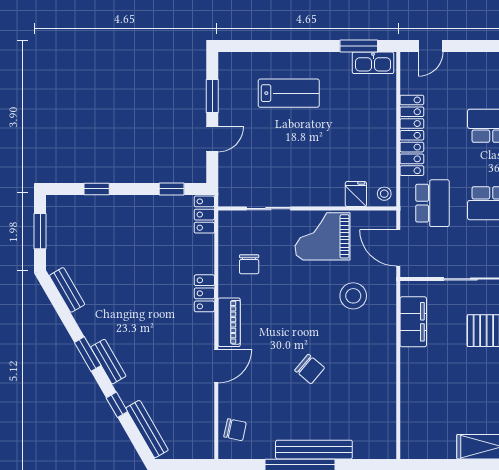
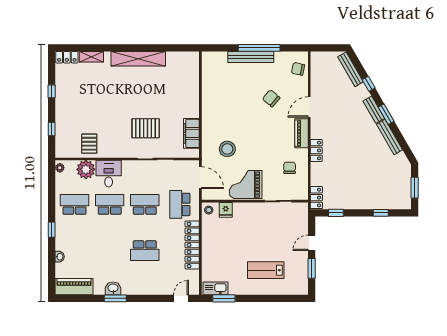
grand piano: (323, 236) -> (246, 185), turned 180
bench: (67, 290) -> (390, 137), moved, width x1.36
chair: (310, 369) -> (271, 98), moved

